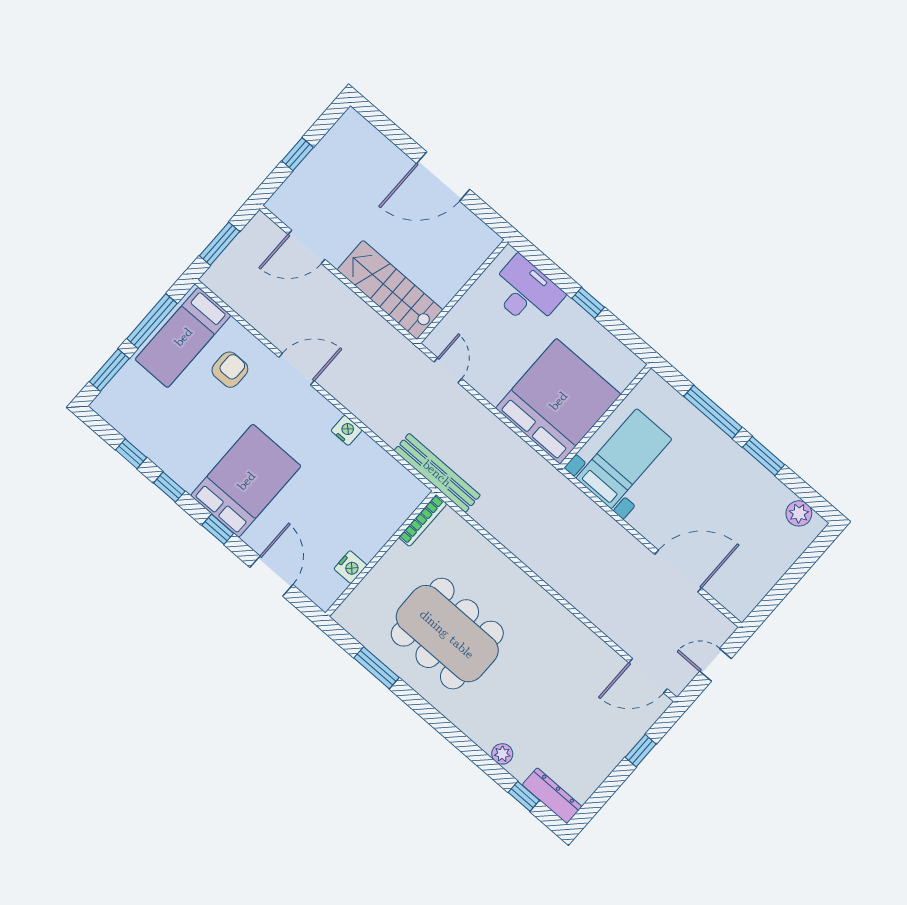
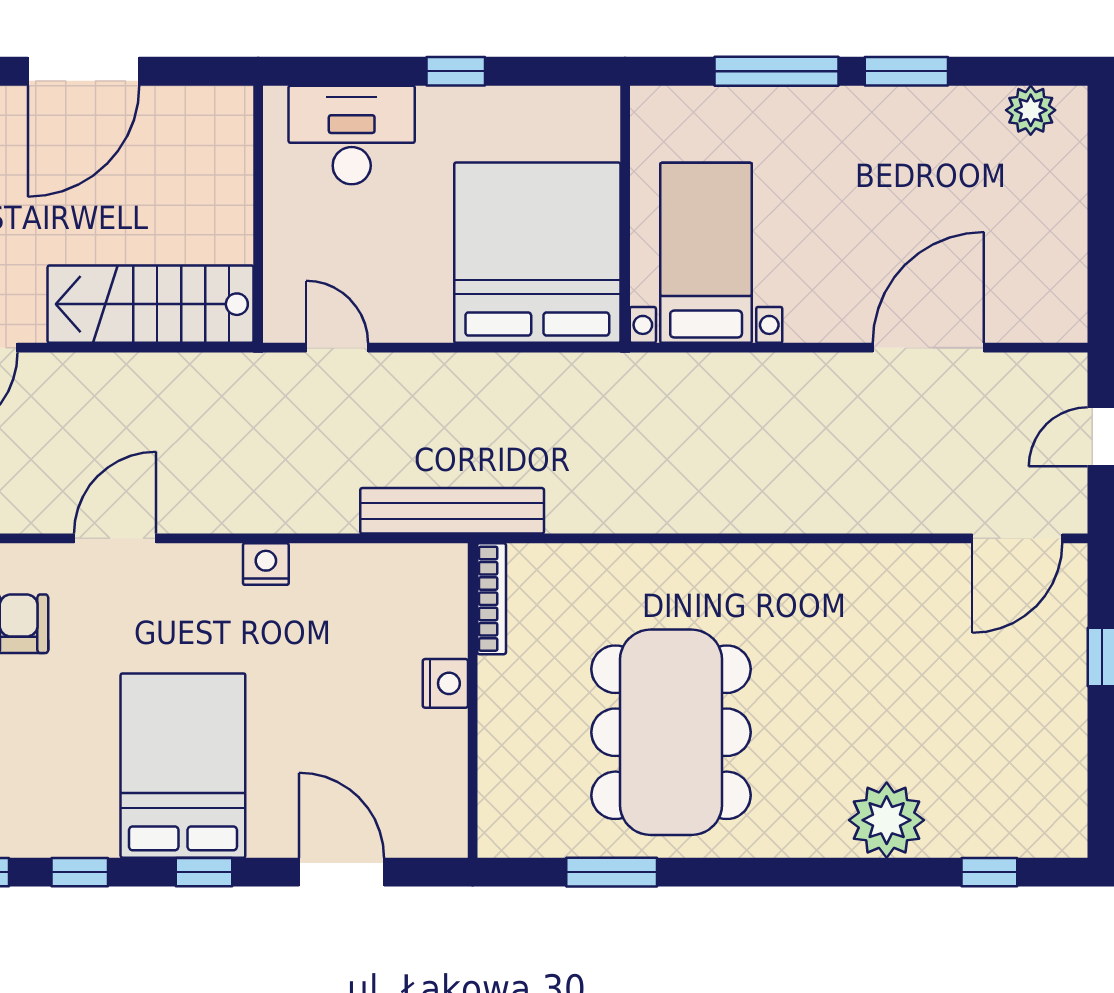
nightstand: (350, 567) -> (445, 683), moved
dining table: (447, 634) -> (671, 732), turned 90
plant: (502, 754) -> (887, 820), width x1.87, depth x1.87
dresser: (552, 796) -> (1030, 835), removed

